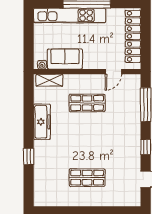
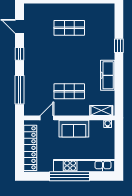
sofa: (65, 59) -> (74, 129), moved

